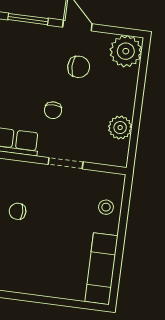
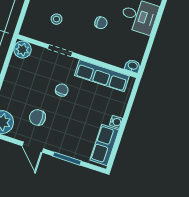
plant: (120, 128) -> (22, 50), moved
stool: (106, 207) -> (57, 19), moved

